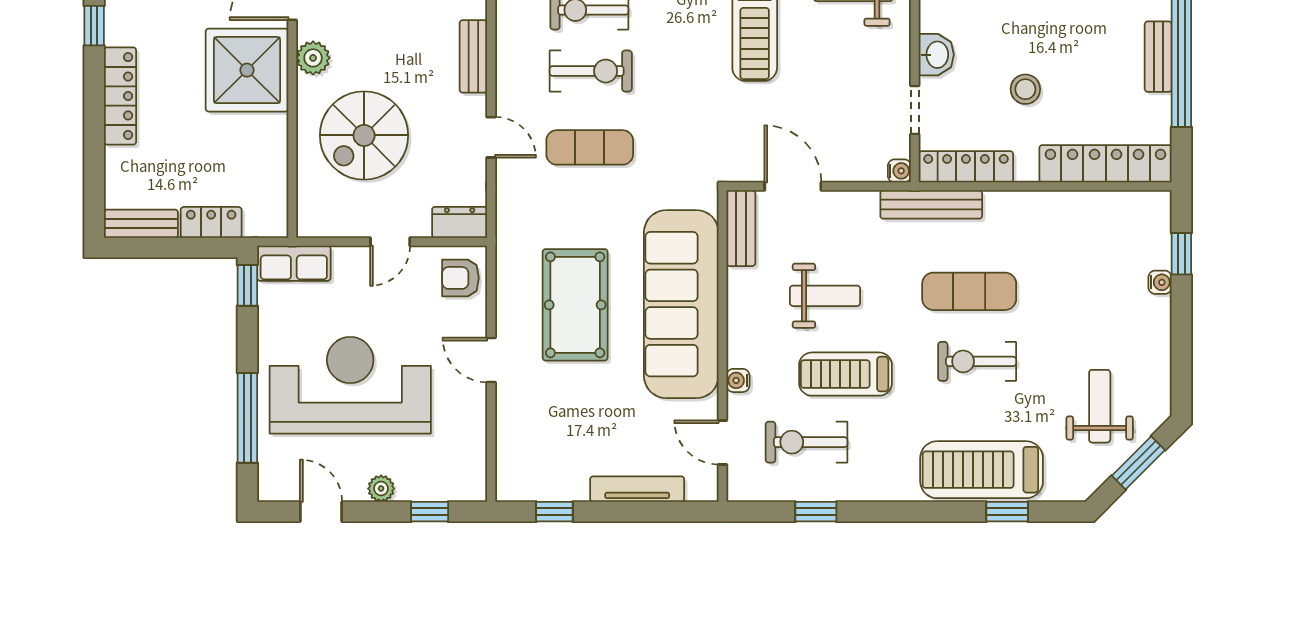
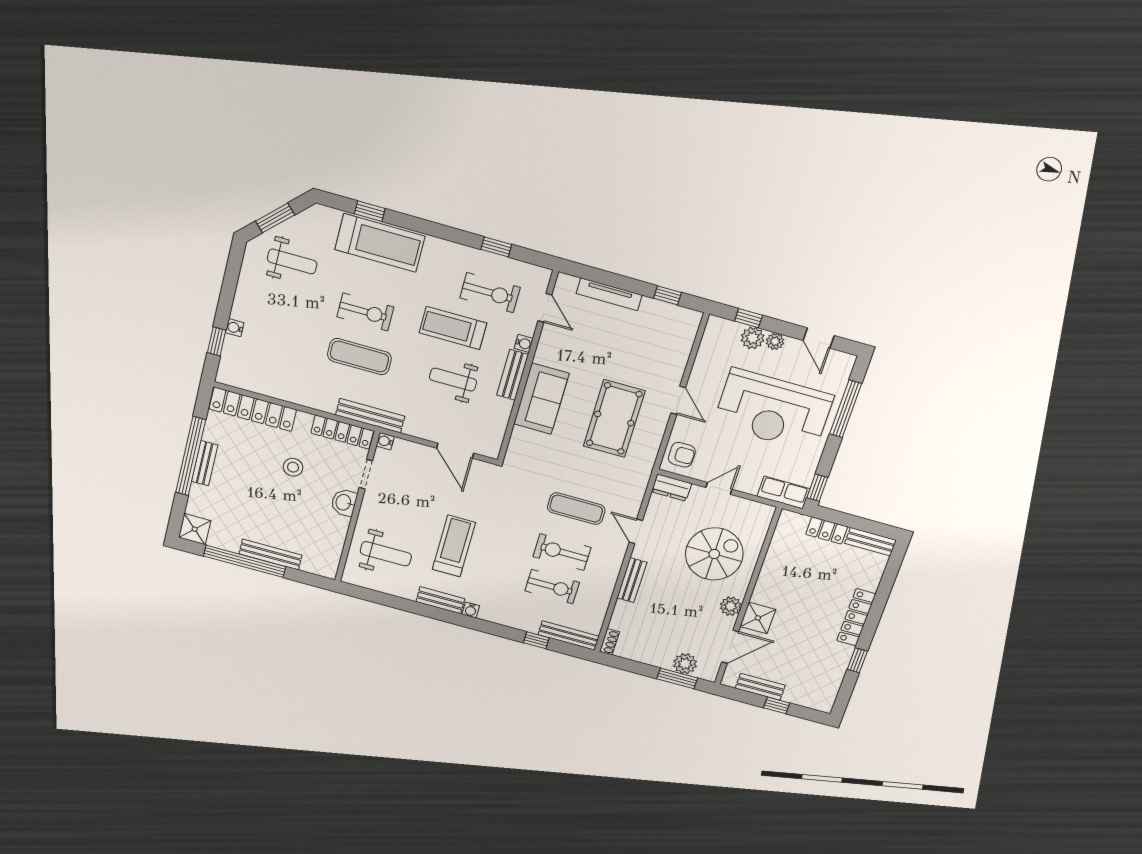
shower: (247, 70) -> (758, 618), width x0.54, depth x0.54
bench: (741, 228) -> (513, 375), moved
sofa: (681, 304) -> (541, 399), width x0.54, depth x0.79
treadmill: (846, 374) -> (453, 328), turned 180
weight bench: (1100, 406) -> (292, 261), turned -90
plant: (415, 484) -> (753, 338), added

